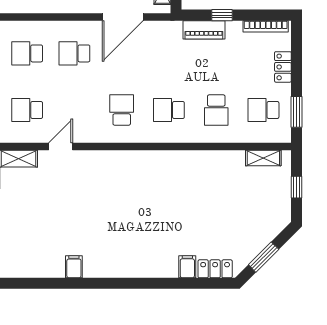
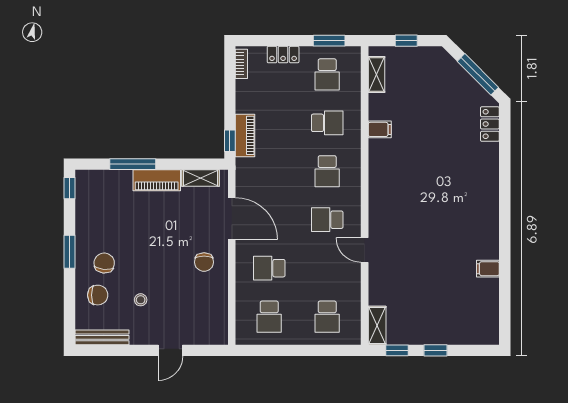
window: (222, 15) -> (230, 141), moved
bookcase: (266, 26) -> (241, 64), width x0.64
school desk: (74, 53) -> (269, 268), turned 90
door: (61, 147) -> (365, 250), moved
window: (264, 257) -> (478, 74), width x1.44
filing cabinet: (187, 267) -> (380, 129), moved, turned 180

